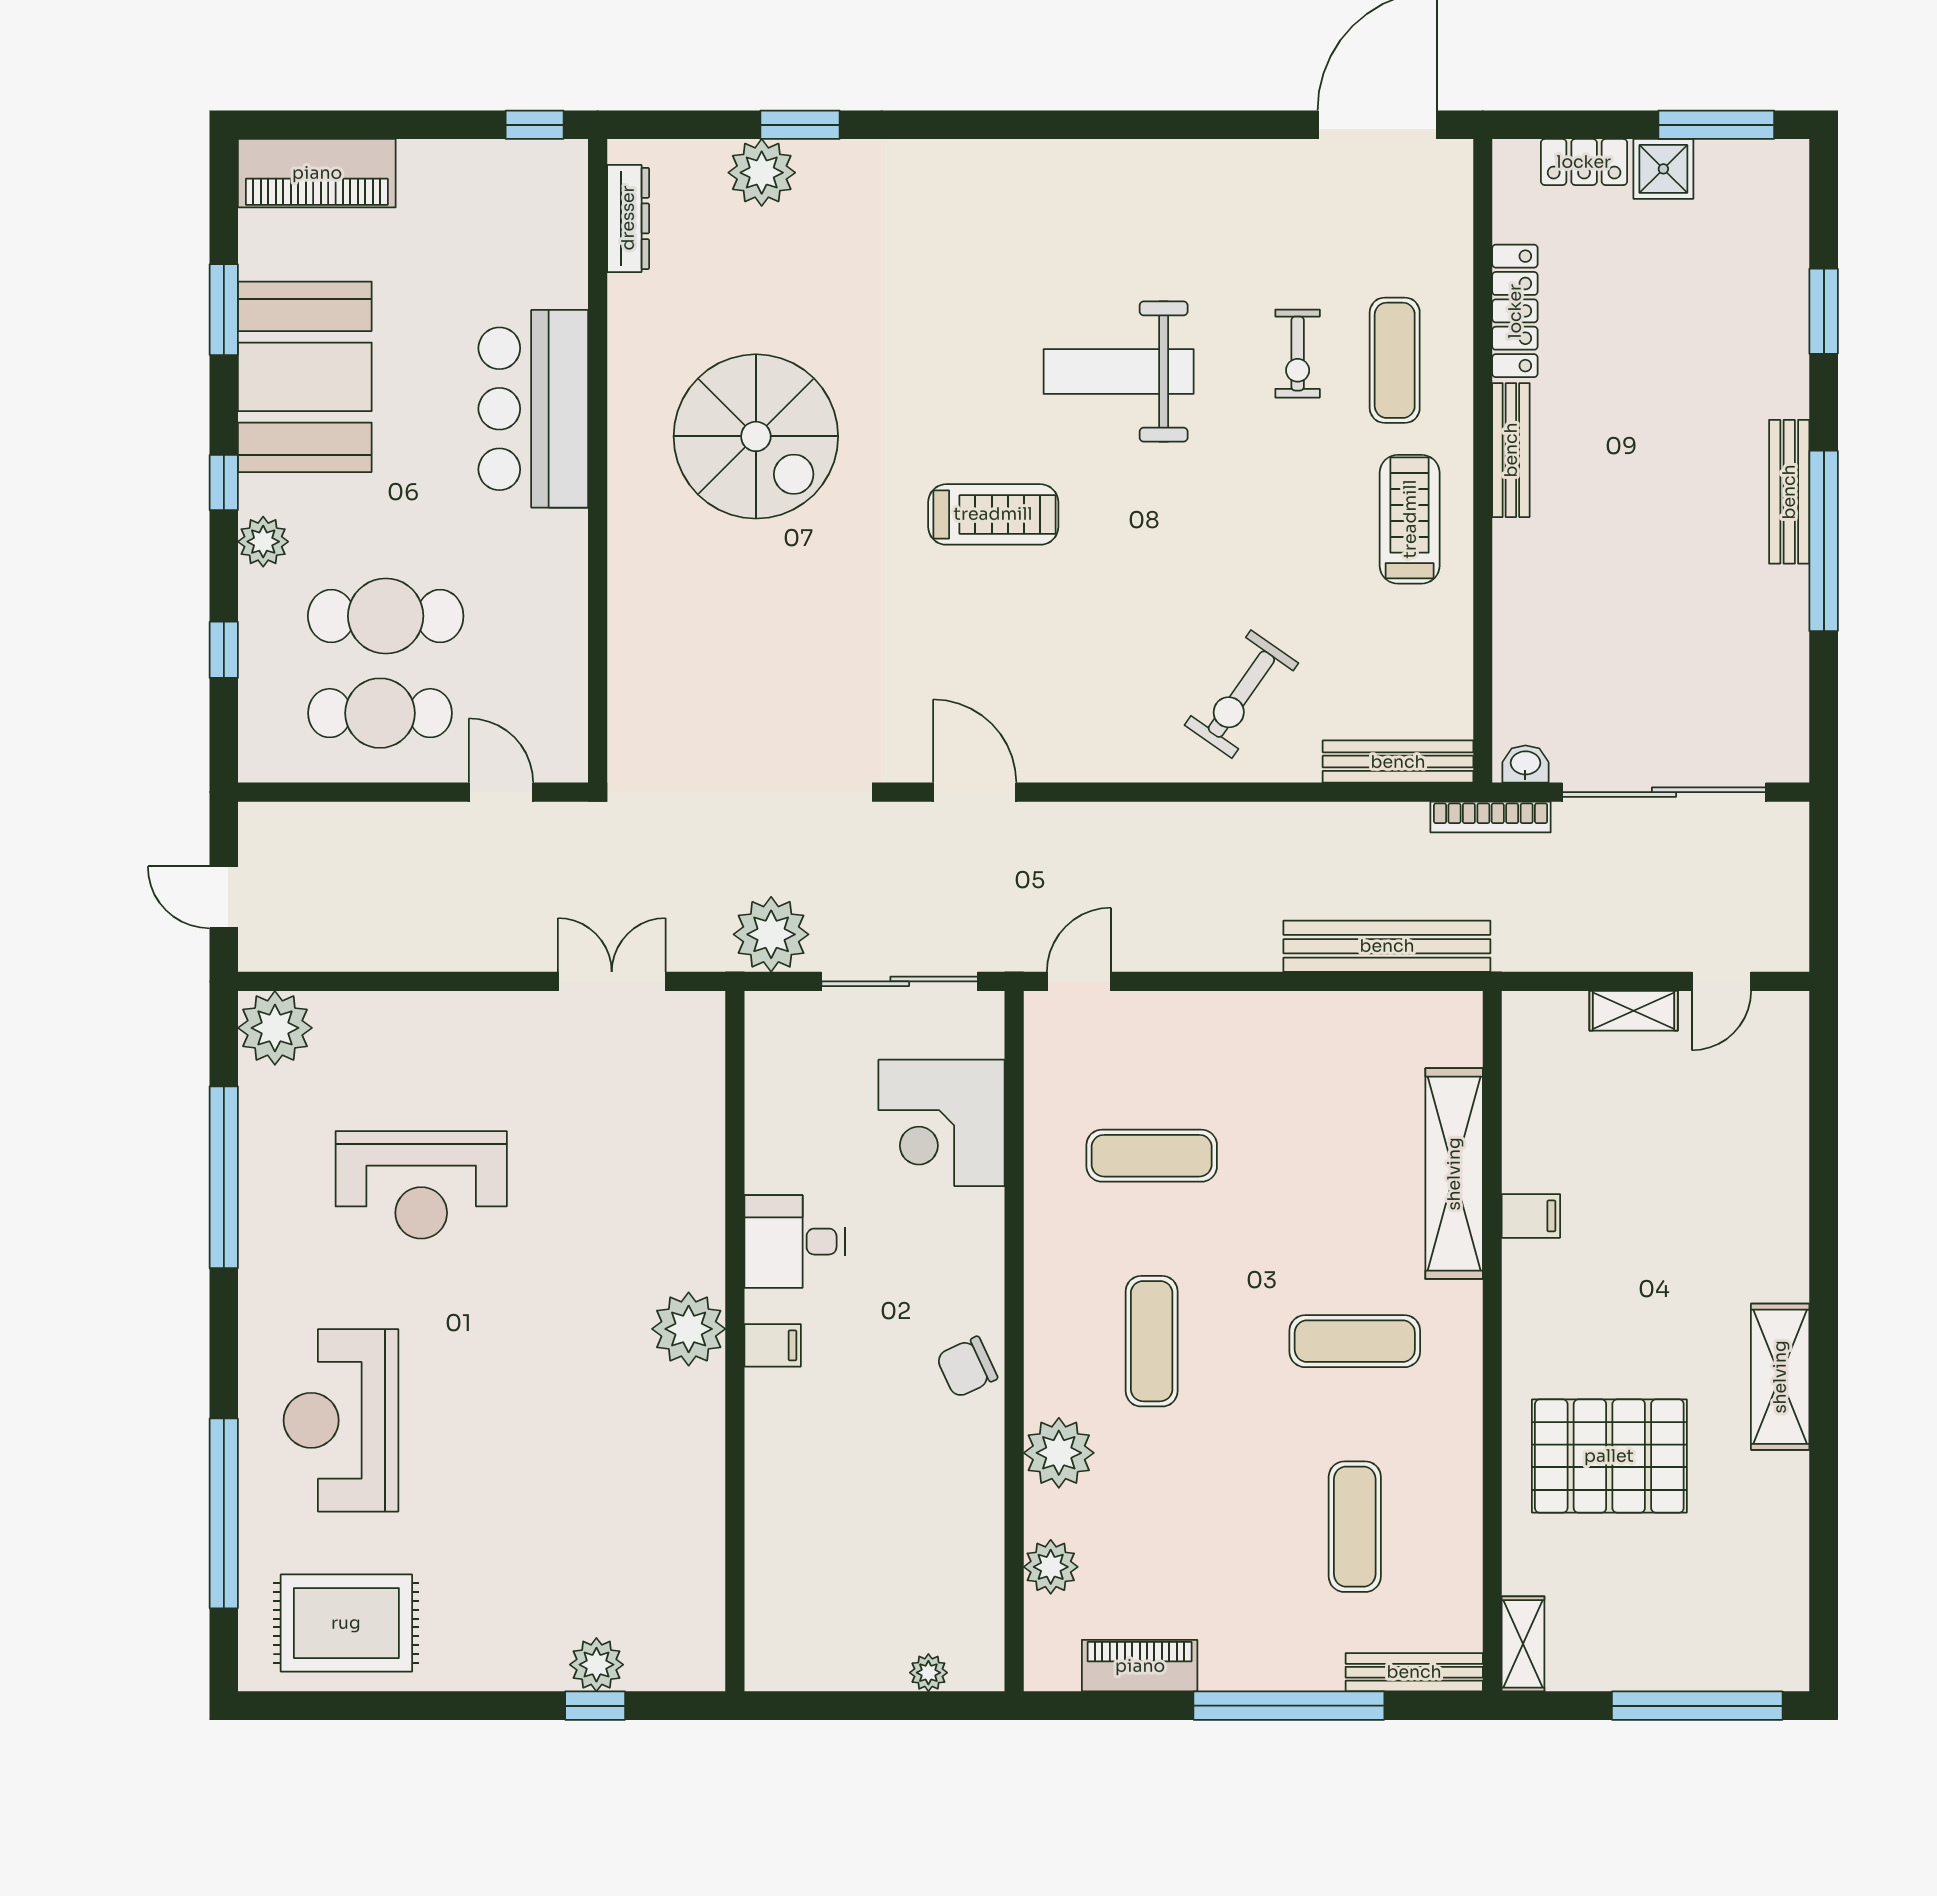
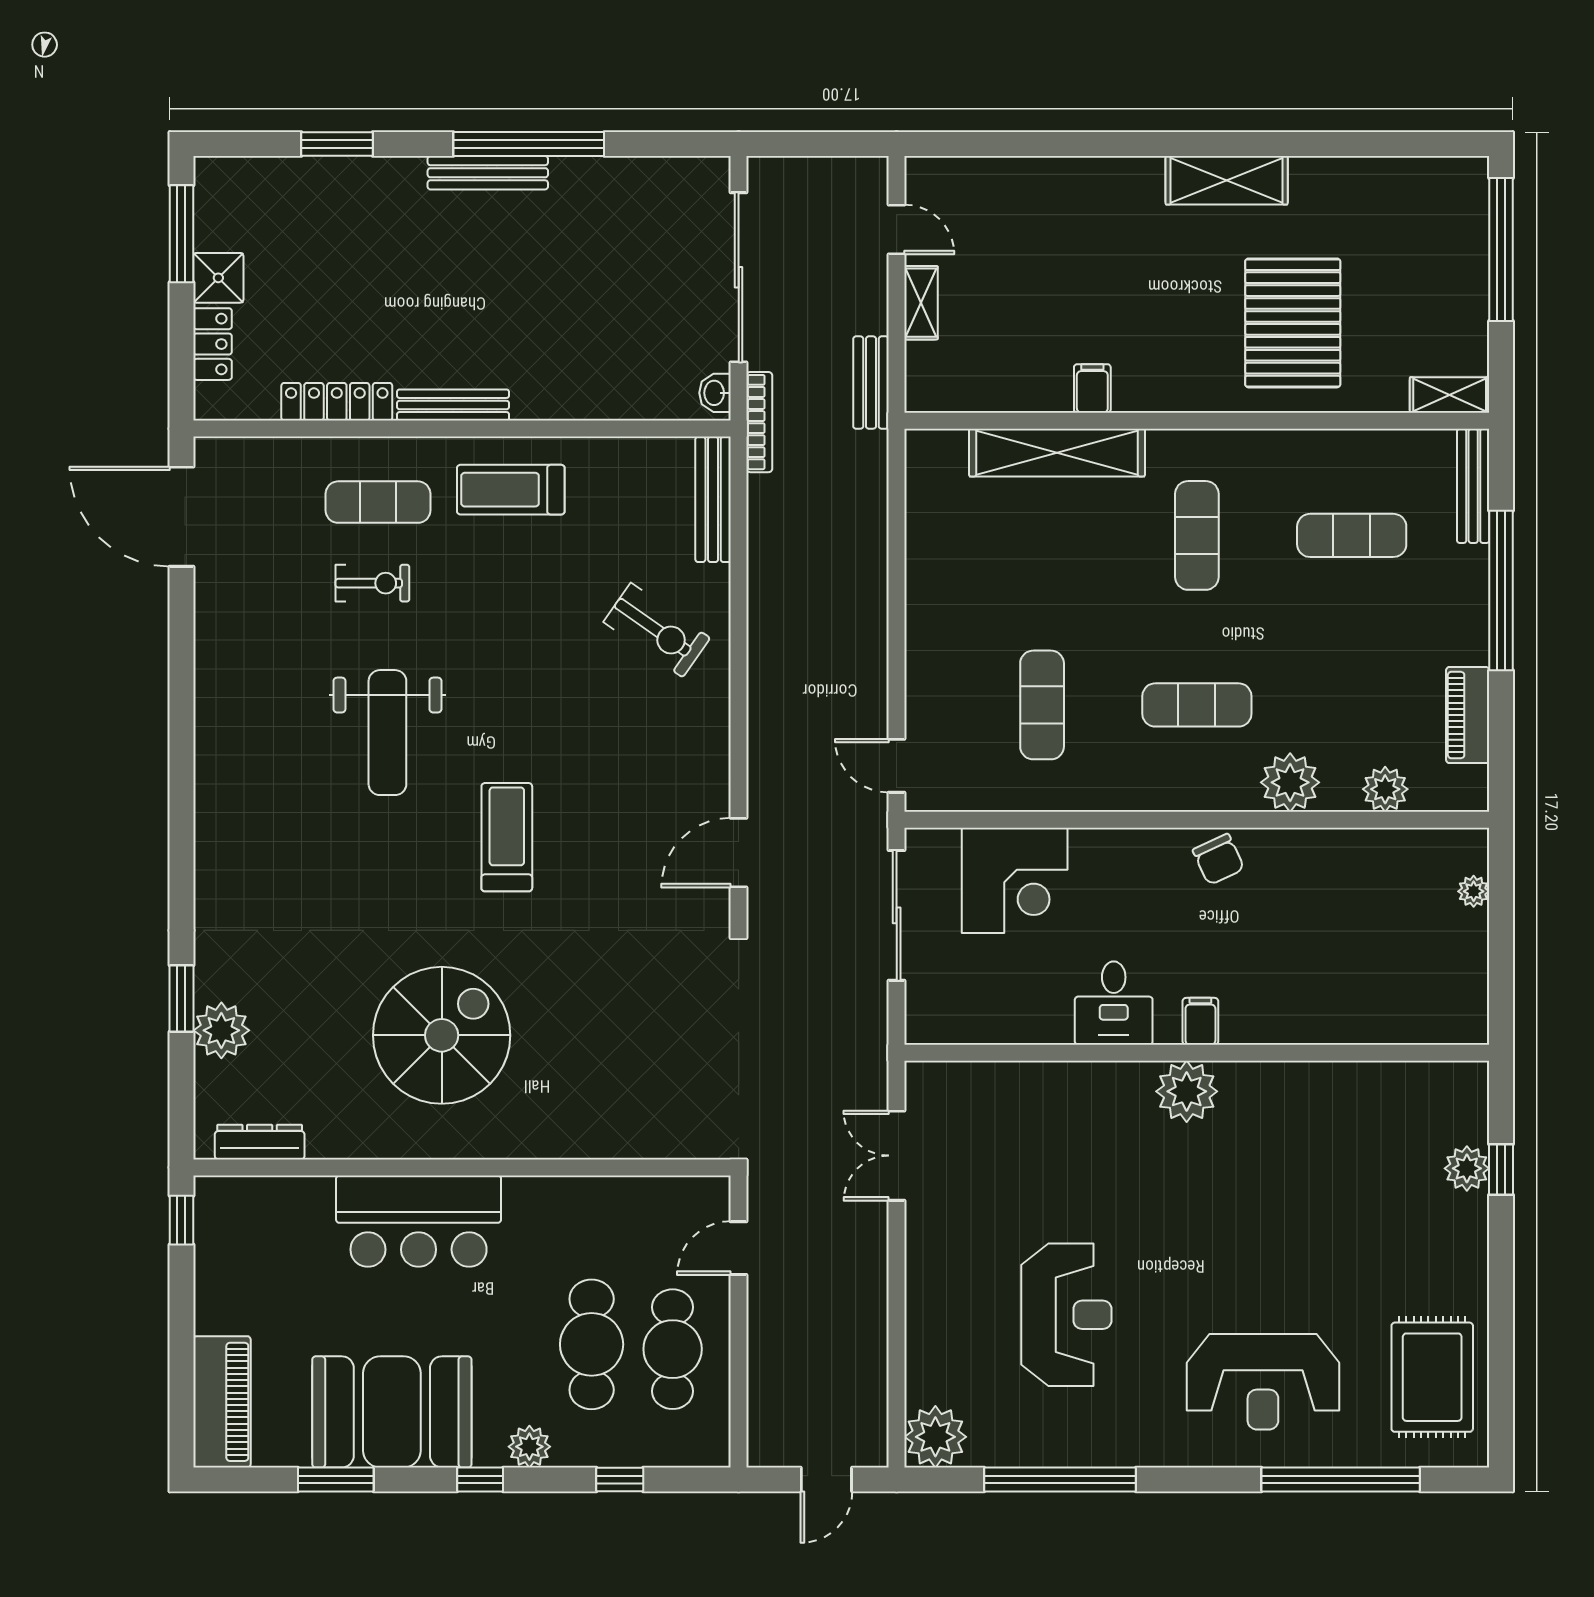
plant: (771, 934) -> (857, 1023), removed
bench: (1387, 946) -> (871, 383), moved, width x0.54, depth x0.82

